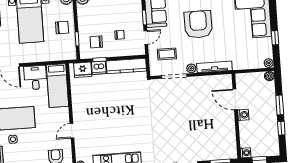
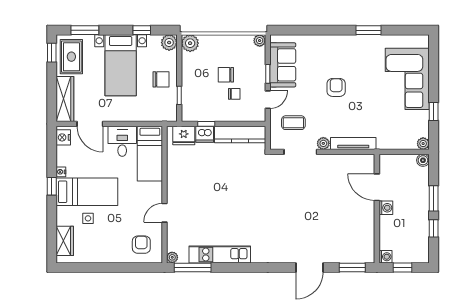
armchair: (198, 24) -> (336, 87), width x0.53, depth x0.53
chair: (96, 42) -> (226, 75), moved

